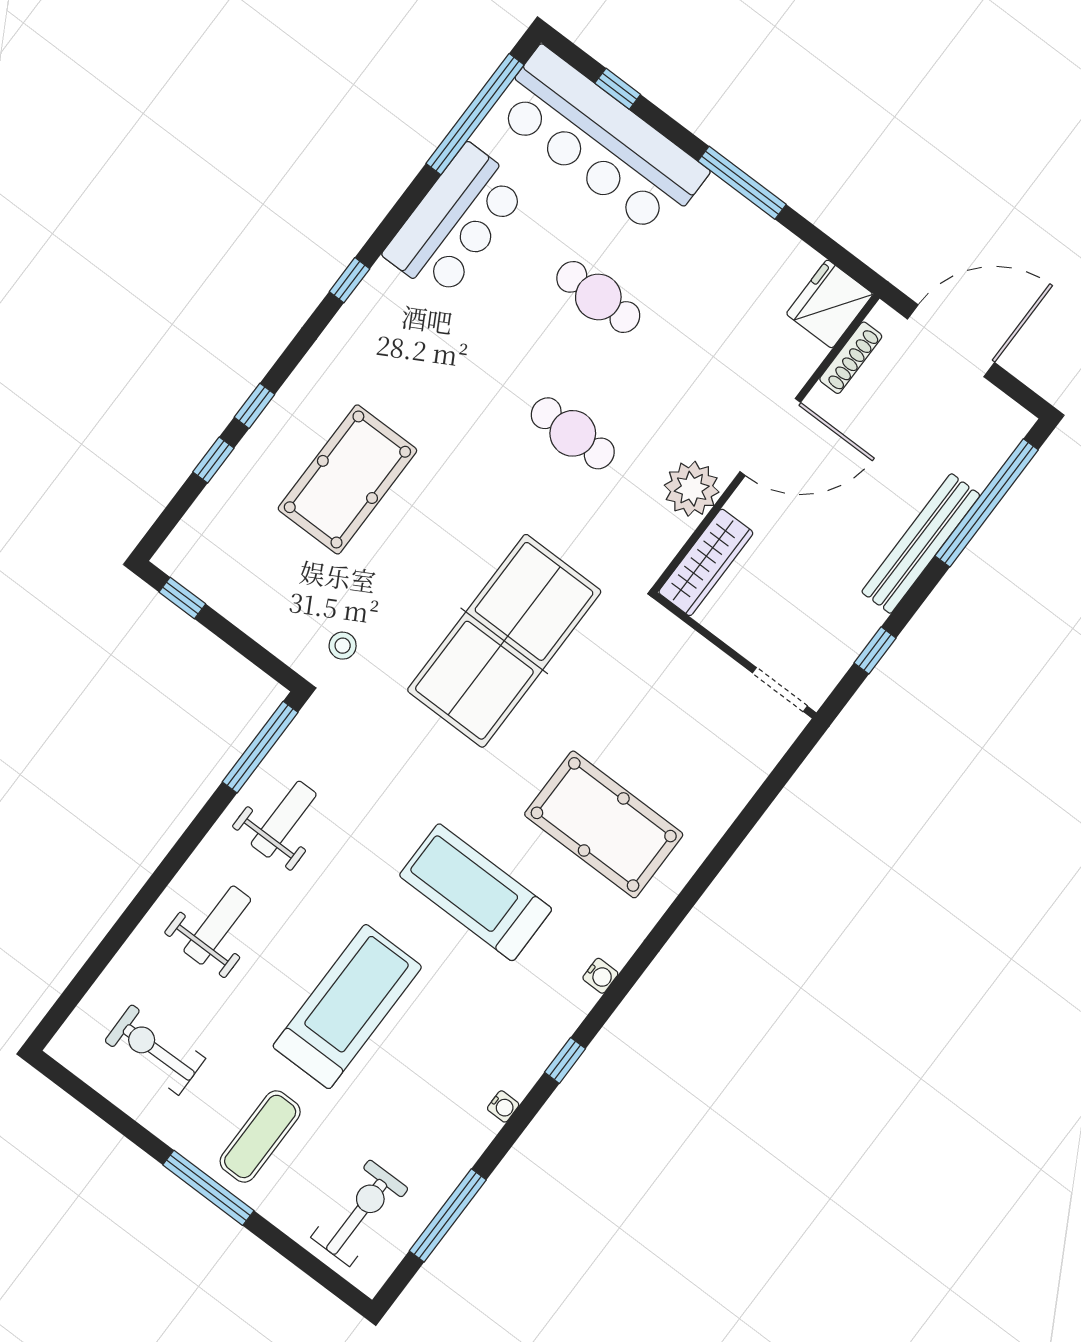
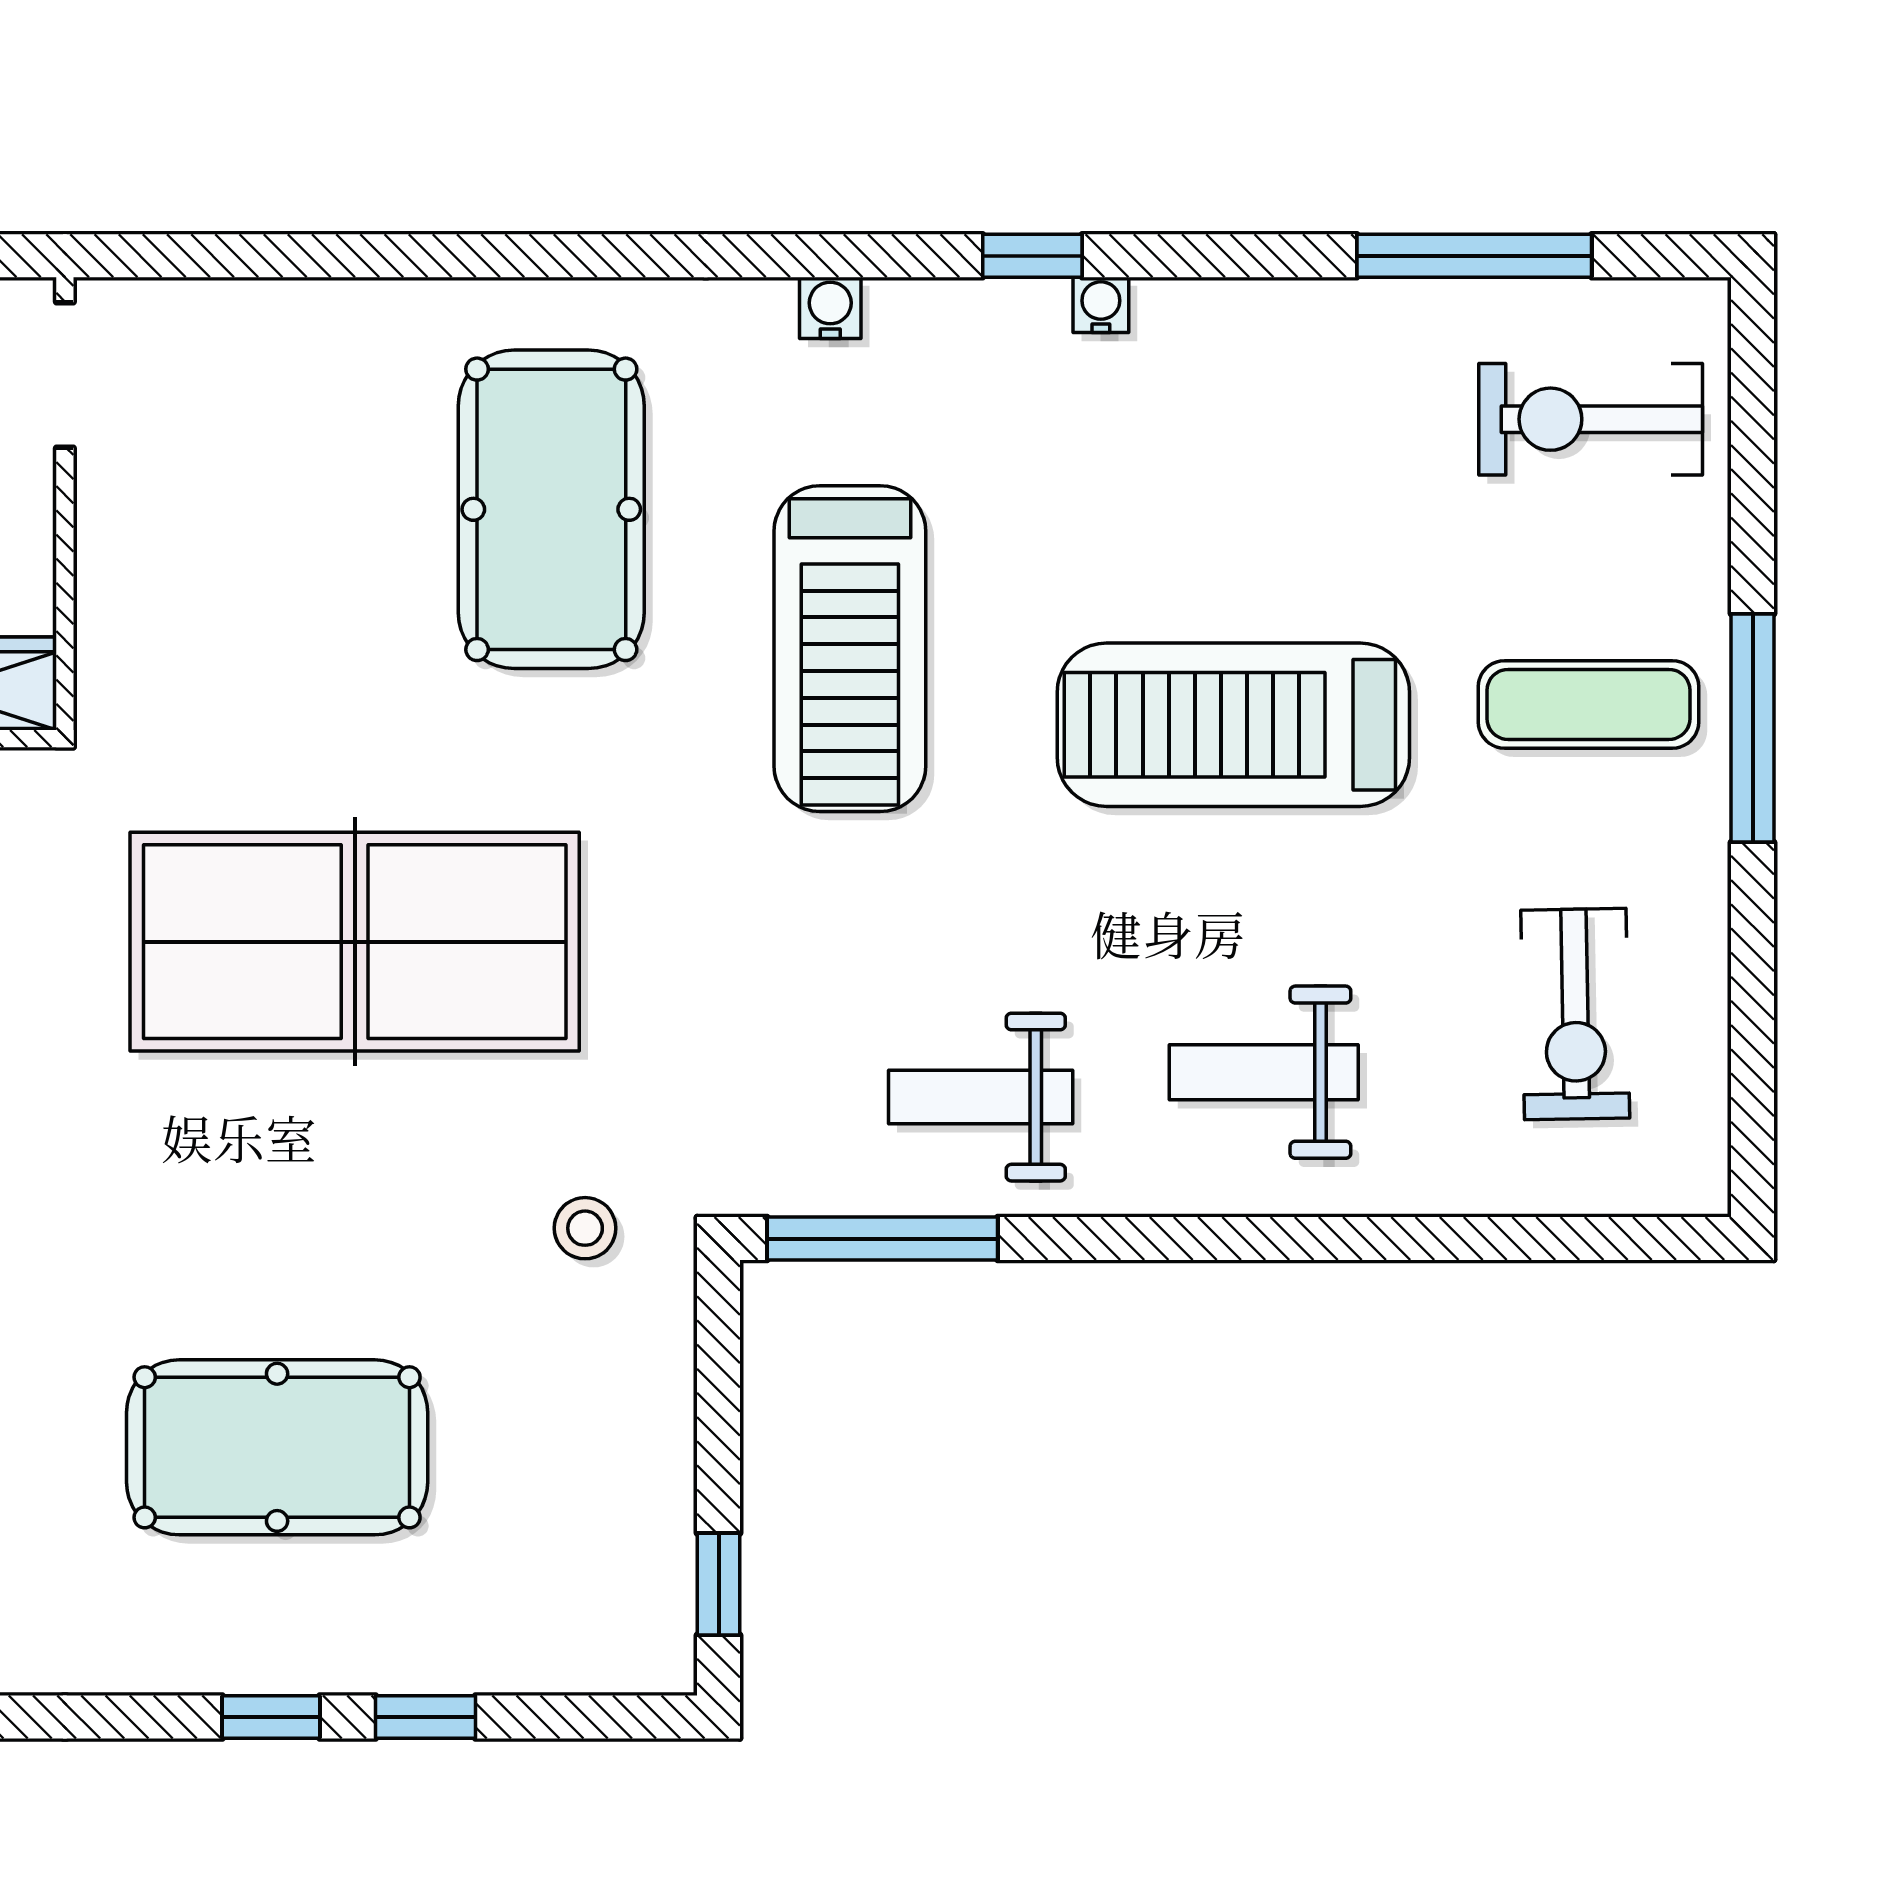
water cooler: (503, 1106) -> (1101, 305), moved

